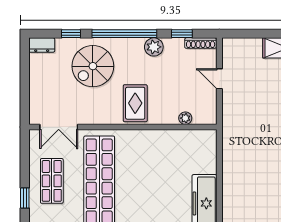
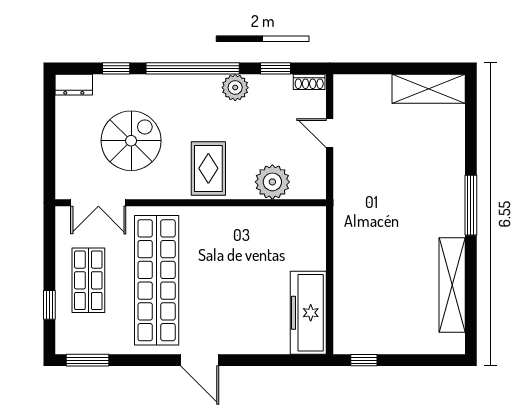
shoe rack: (201, 43) -> (309, 82), width x0.70
spiral stairs: (93, 66) -> (131, 141), moved, turned 180
plant: (185, 118) -> (272, 182), width x1.88, depth x1.88

